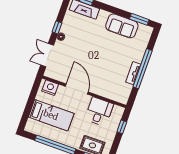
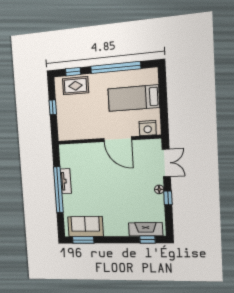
sofa: (122, 26) -> (85, 226), moved
desk: (99, 112) -> (84, 125), removed
window: (122, 127) -> (53, 107), moved

